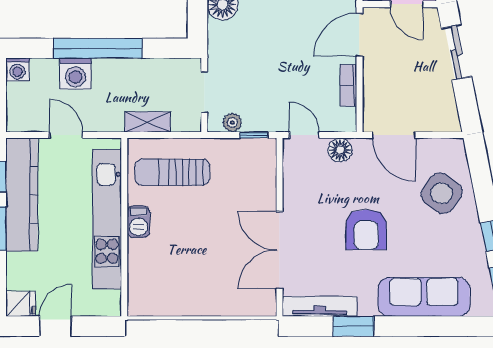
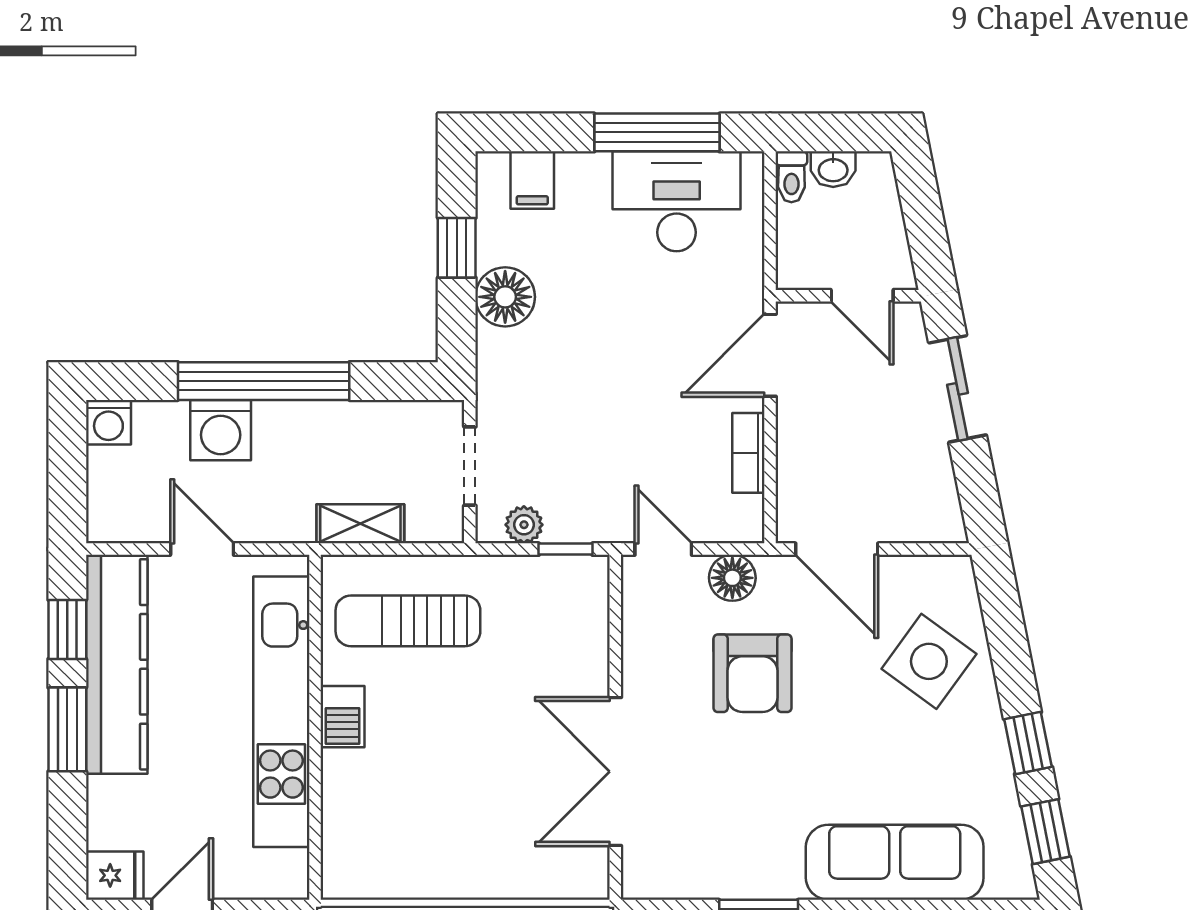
armchair: (366, 230) -> (752, 673), moved
tv unit: (320, 306) -> (693, 880), removed

